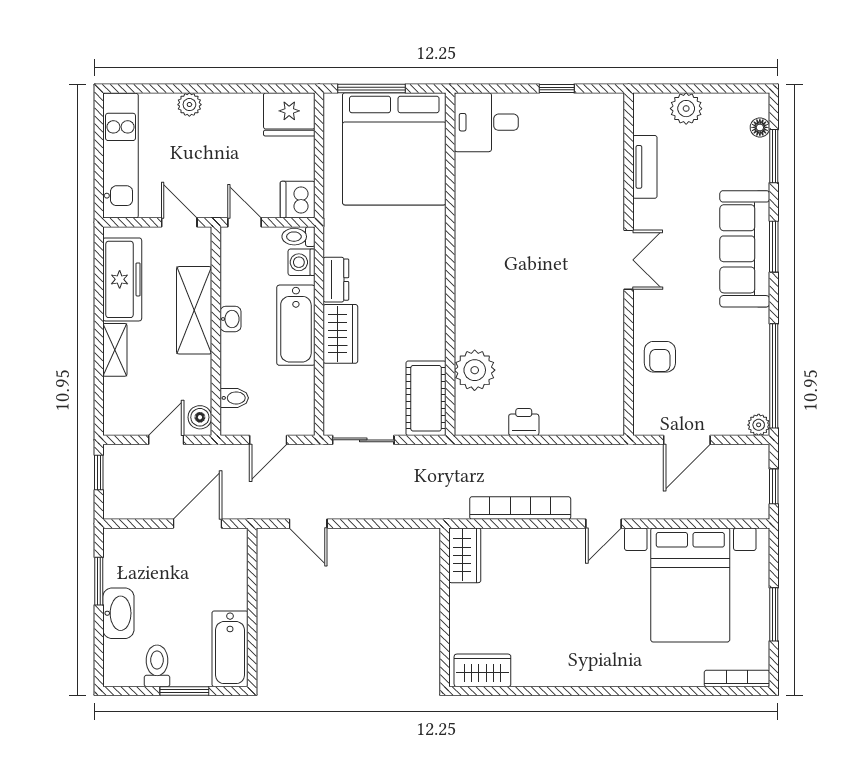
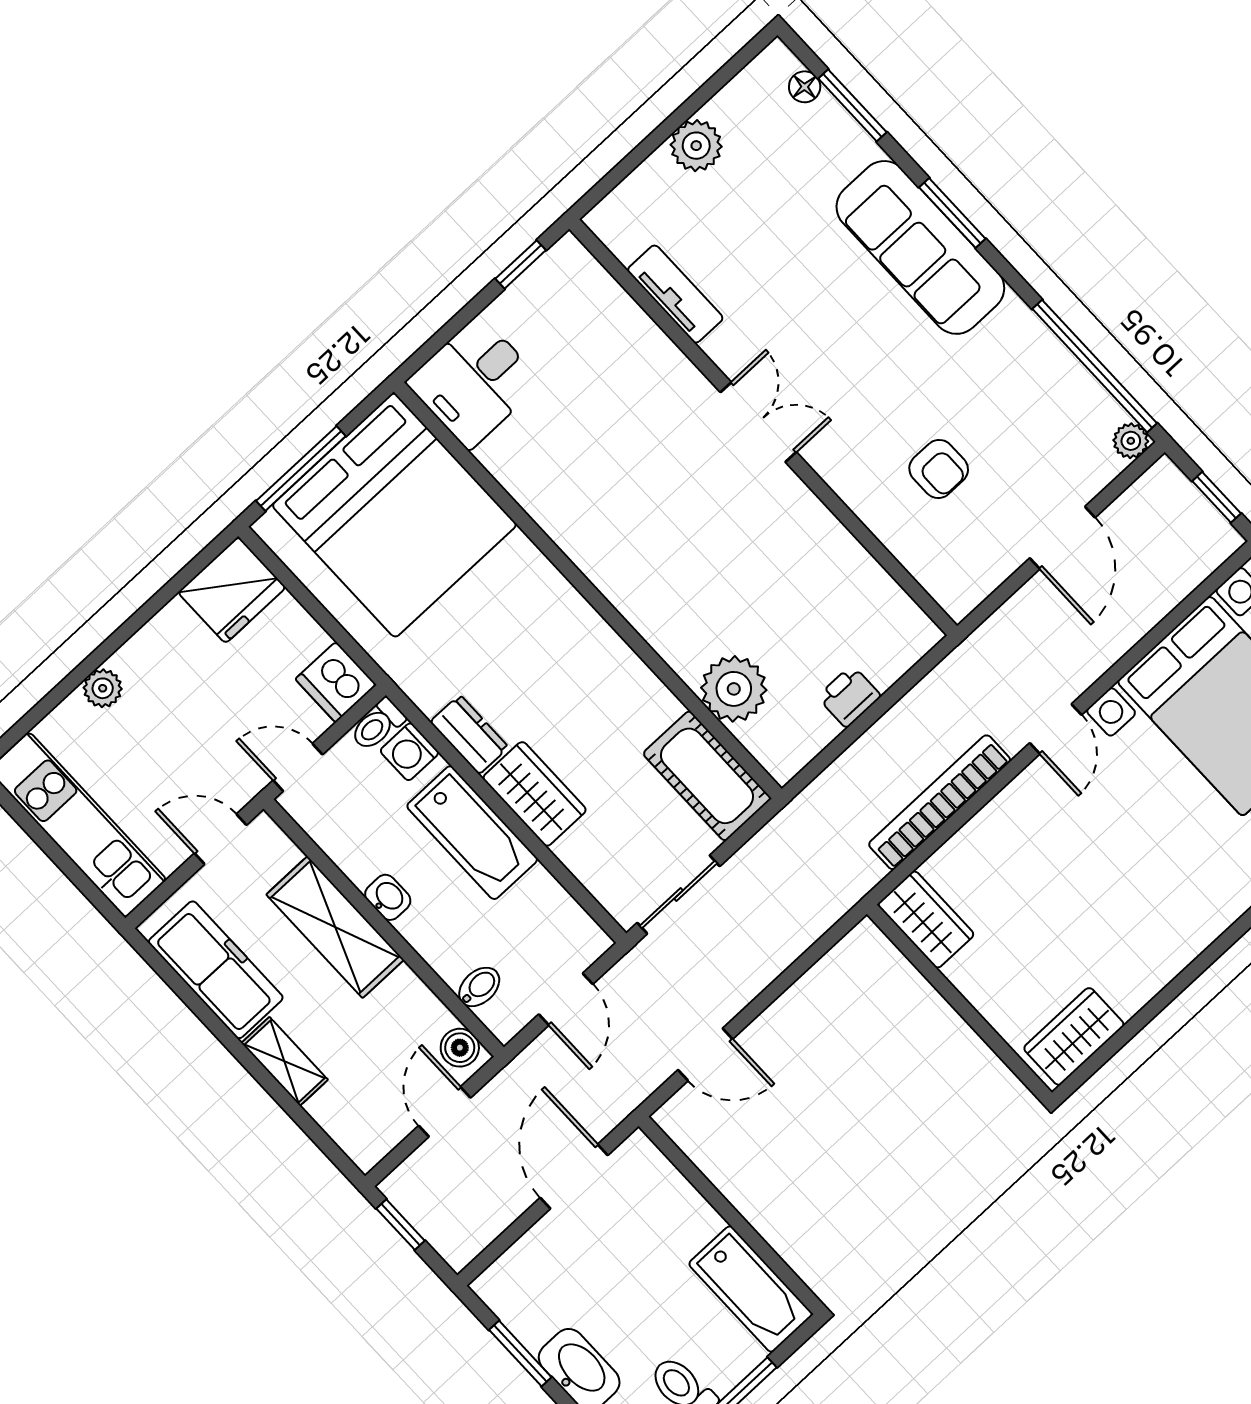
tv unit: (645, 167) -> (675, 294), moved
double door: (629, 260) -> (758, 422), moved
wall: (629, 264) -> (763, 427), moved

